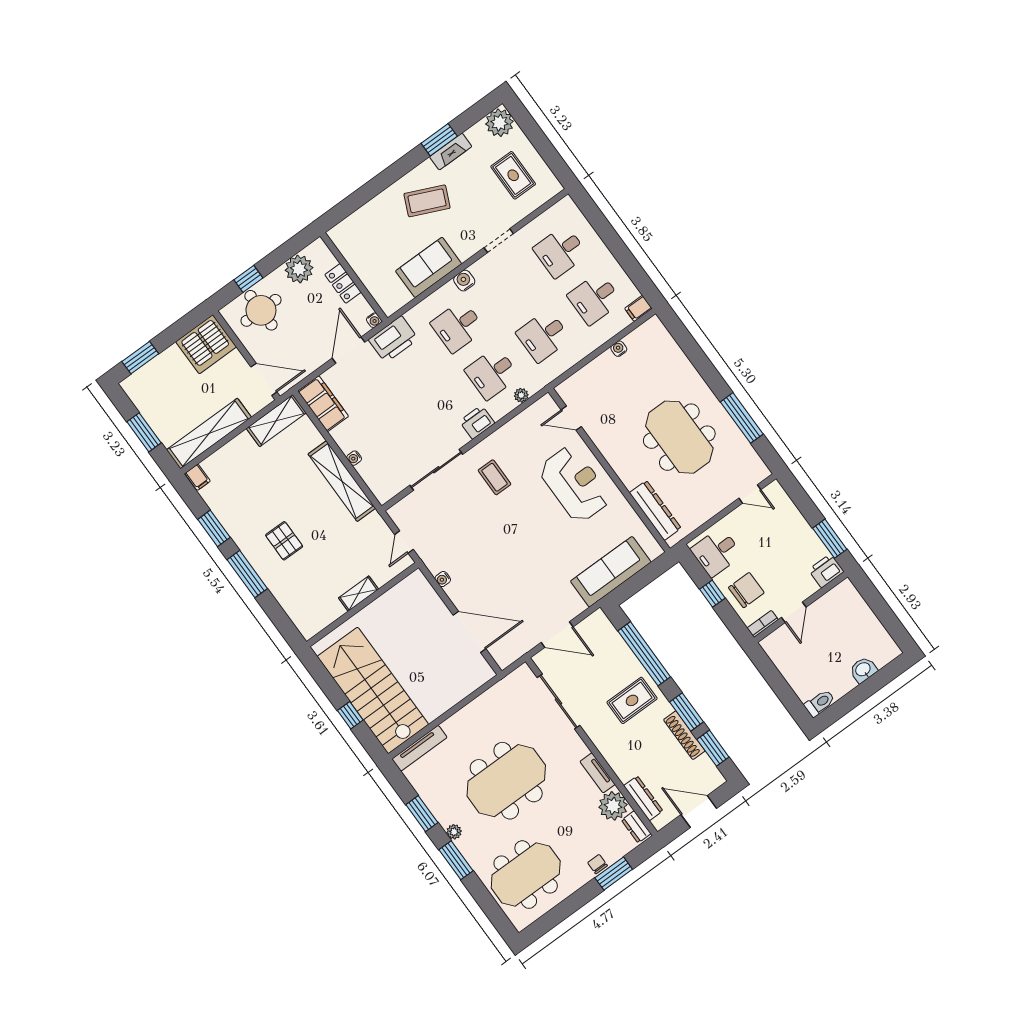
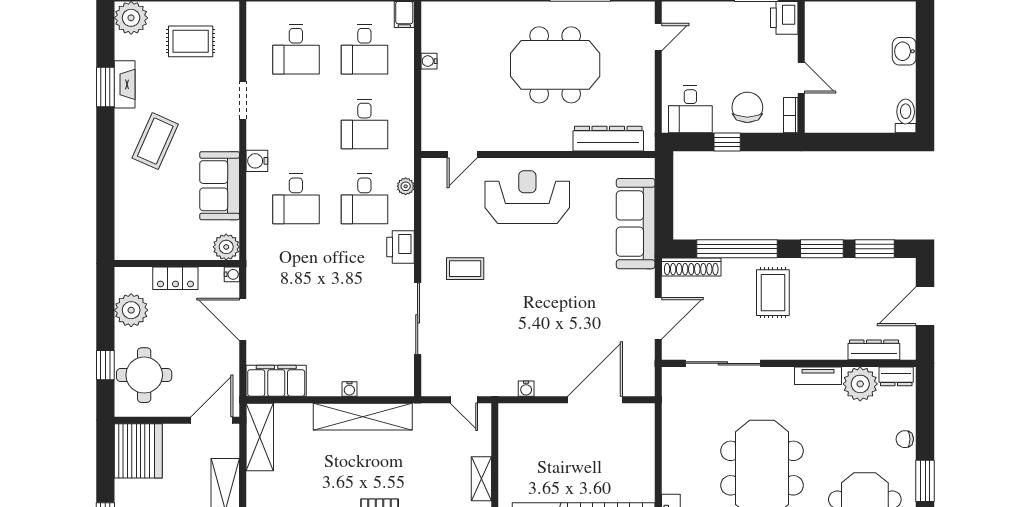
plant: (390, 303) -> (226, 247), added
printer: (393, 339) -> (264, 269), removed
shoe rack: (684, 735) -> (691, 267), moved
window: (614, 874) -> (925, 481), moved

